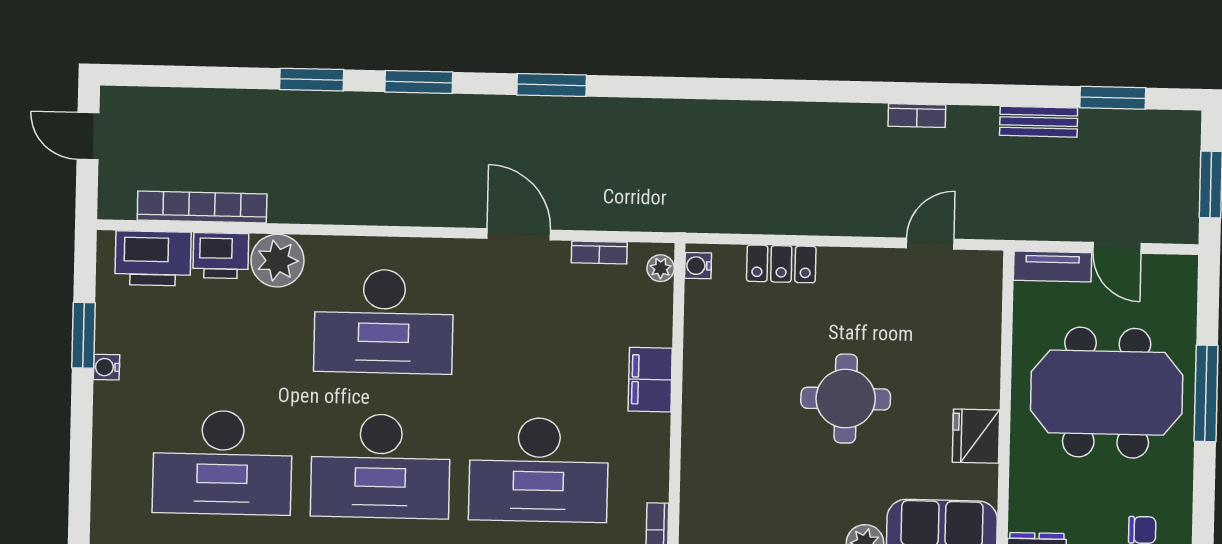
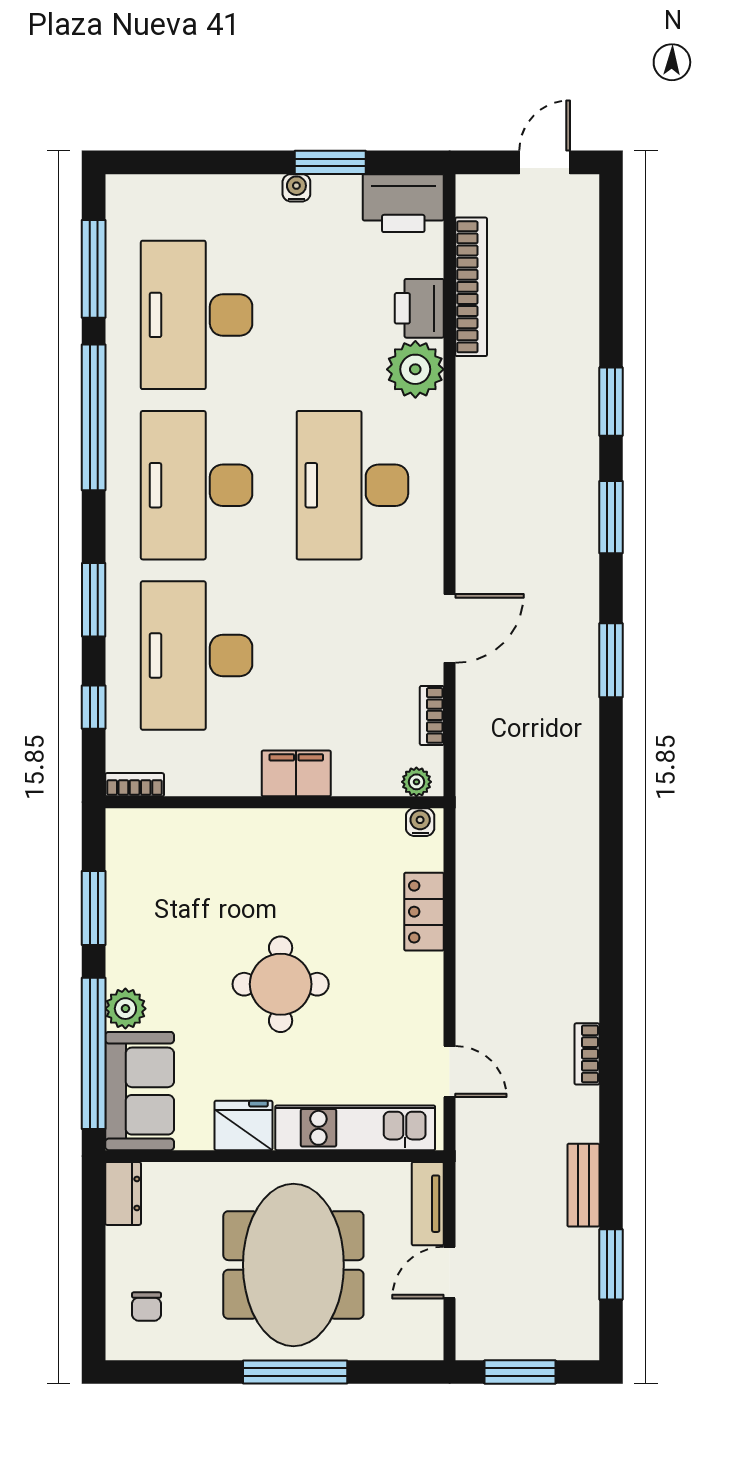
printer: (153, 258) -> (403, 203), moved, turned -90
kitchen unit: (981, 332) -> (355, 1128), added

